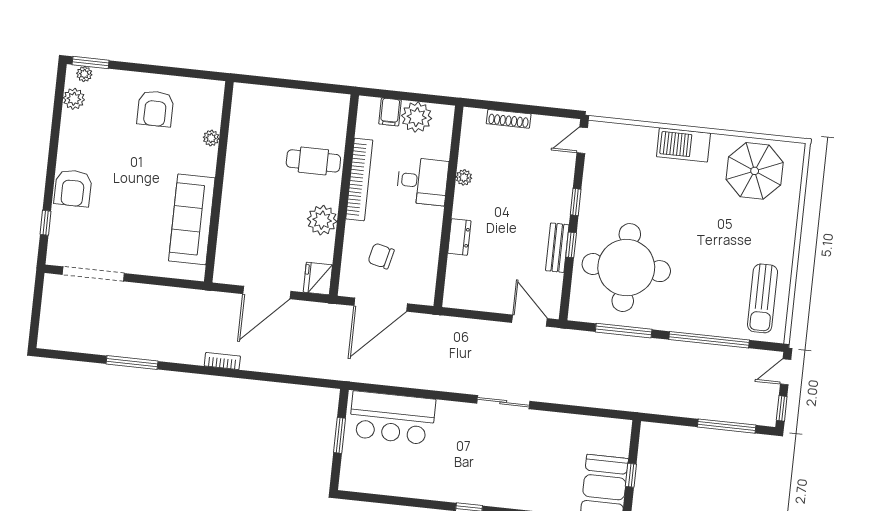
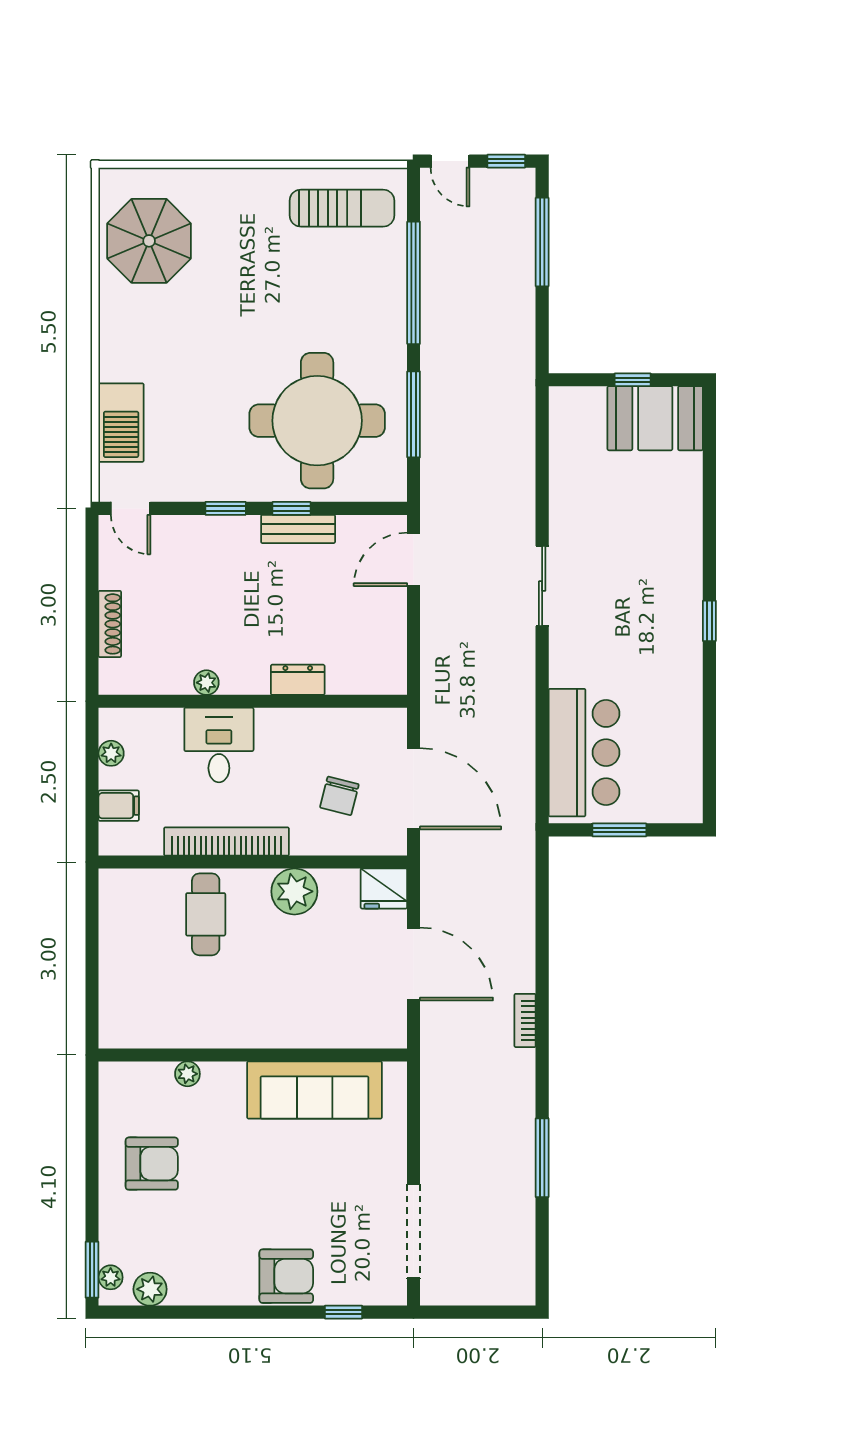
plant: (417, 117) -> (111, 753), width x0.53, depth x0.53
barbecue: (683, 145) -> (121, 423), moved

